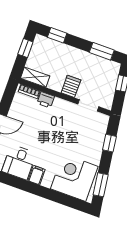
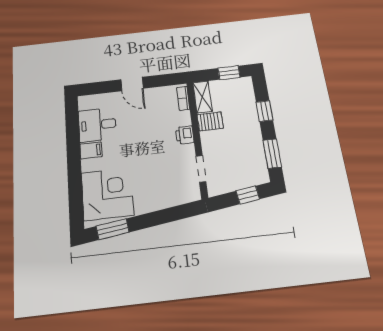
window: (57, 35) -> (264, 111), moved
server rack: (71, 86) -> (210, 121), moved
printer: (46, 100) -> (185, 135), moved
window: (109, 143) -> (168, 215), removed

